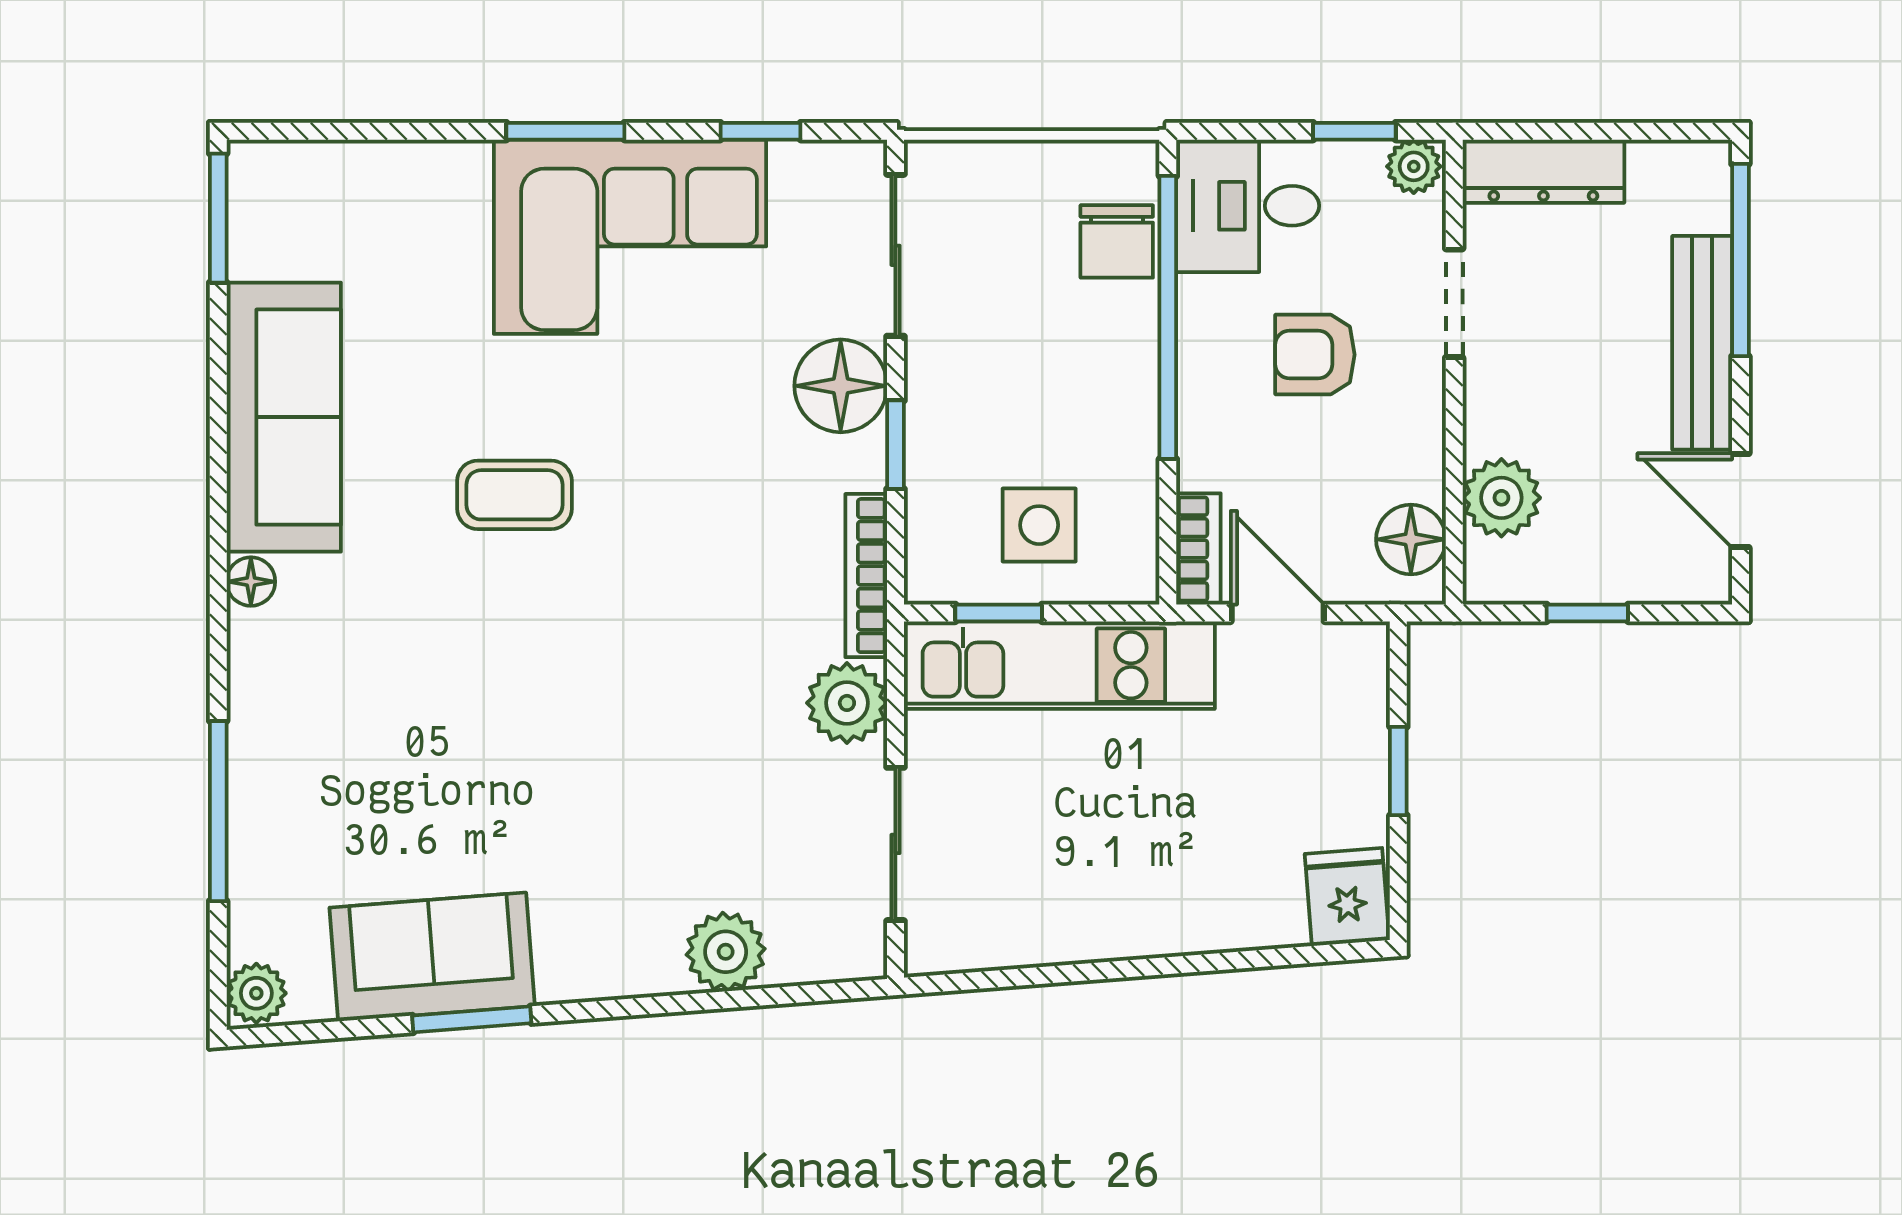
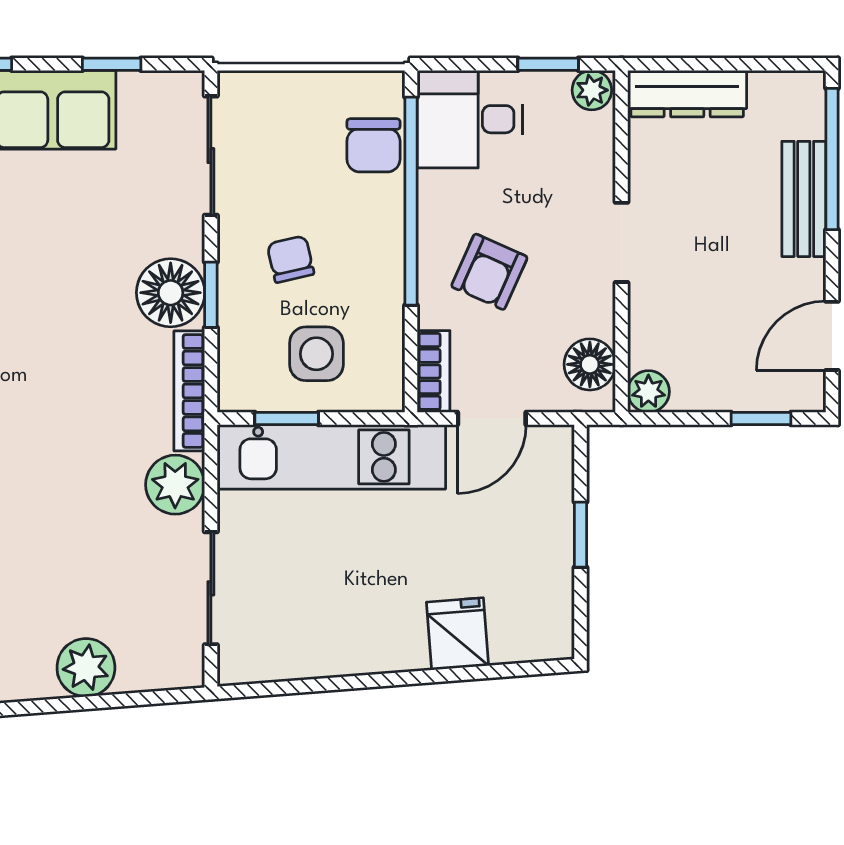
doorway: (1454, 303) -> (622, 242), moved
bench: (1702, 343) -> (804, 199), width x0.73
armchair: (1315, 355) -> (489, 272), moved, turned -66
floor lamp: (841, 386) -> (171, 293), moved
chair: (1004, 396) -> (291, 259), added
plant: (1501, 498) -> (648, 392), moved, width x0.73, depth x0.73
door: (1740, 501) -> (832, 336), hinge flipped
door: (1278, 613) -> (492, 418), swing flipped
window: (1587, 613) -> (761, 418), moved
fridge: (1347, 897) -> (458, 634), moved

